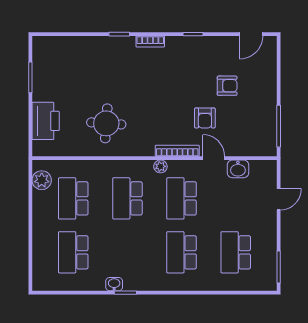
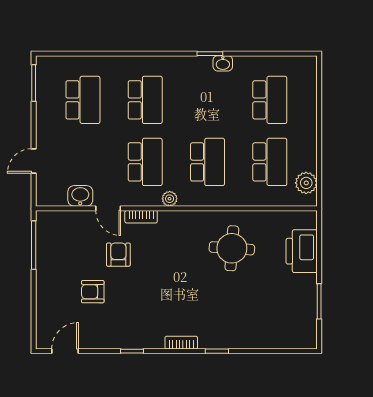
bookcase: (177, 151) -> (141, 217), width x0.64

